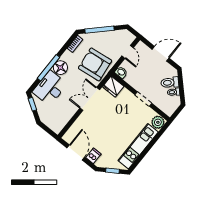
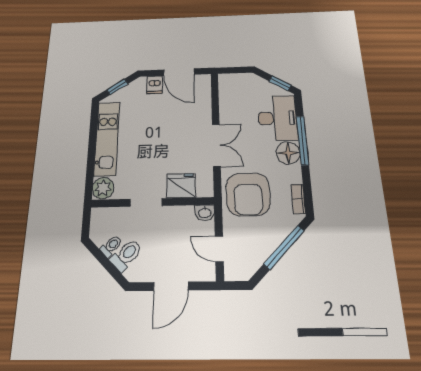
armchair: (95, 64) -> (248, 194), turned 97
fridge: (113, 87) -> (181, 186), moved

